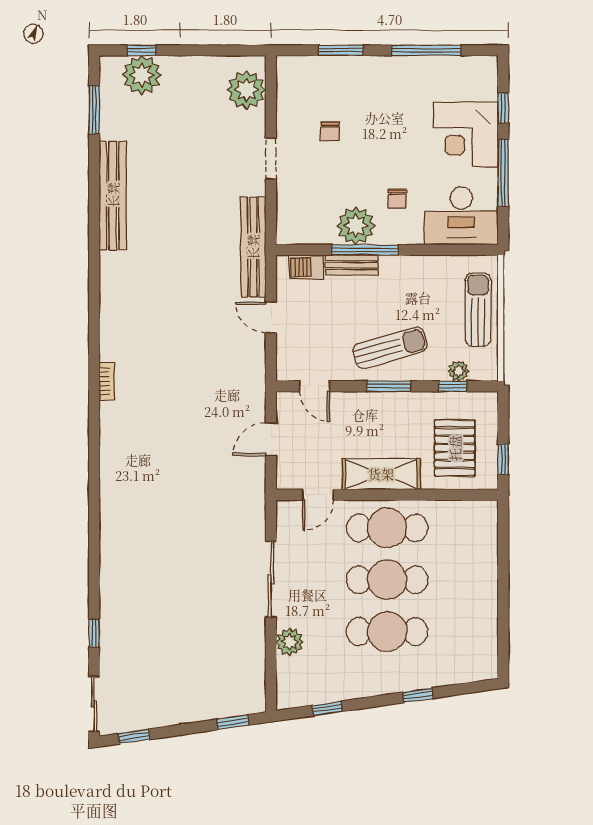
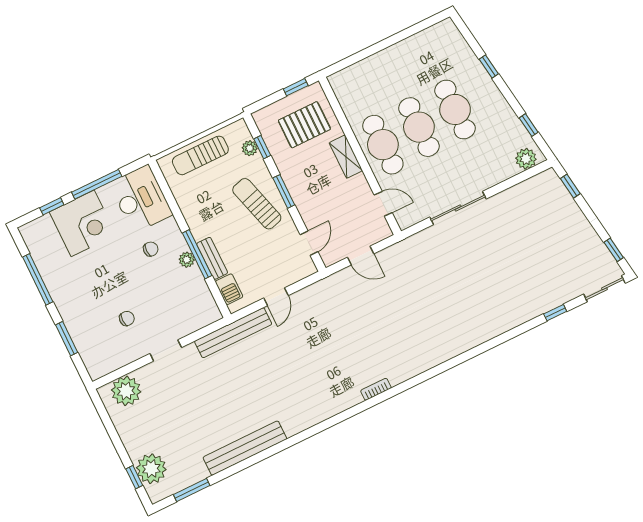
plant: (356, 226) -> (187, 260), width x0.53, depth x0.53
shelving: (381, 474) -> (346, 157), width x0.67, depth x0.75
plant: (290, 642) -> (526, 159), moved

